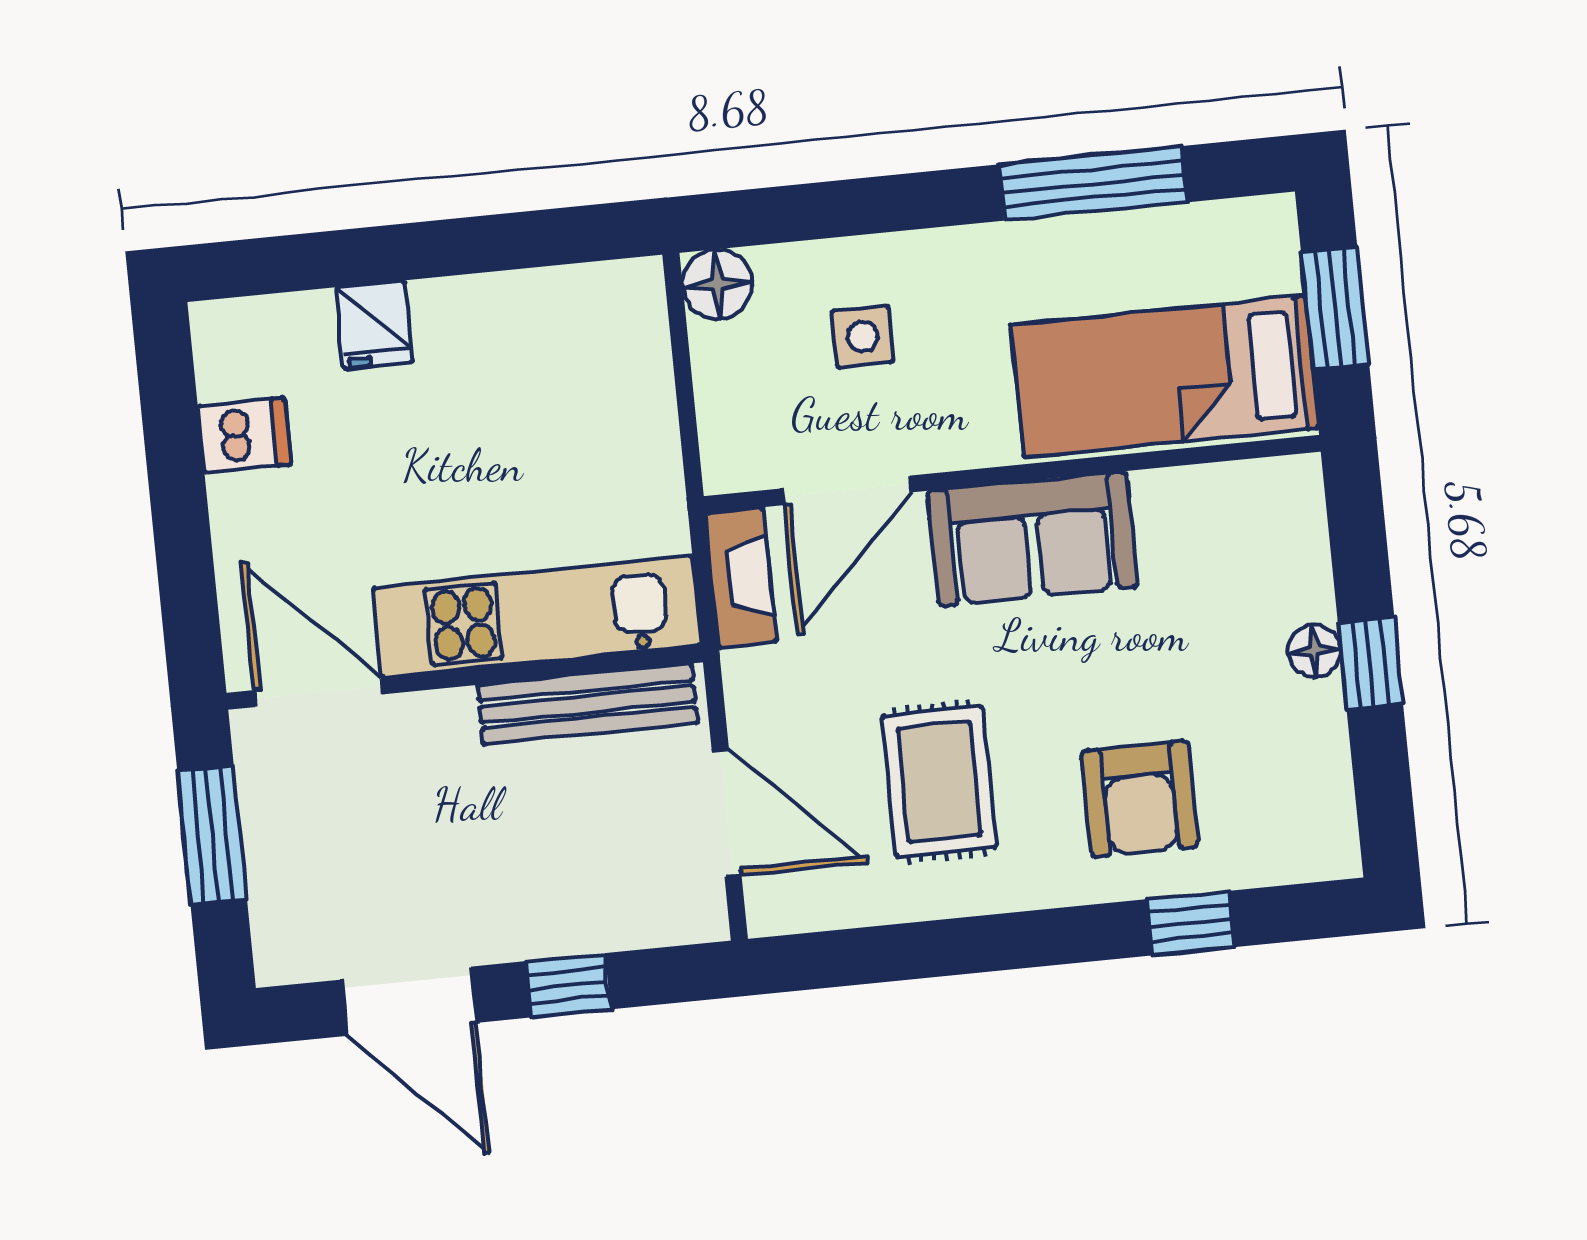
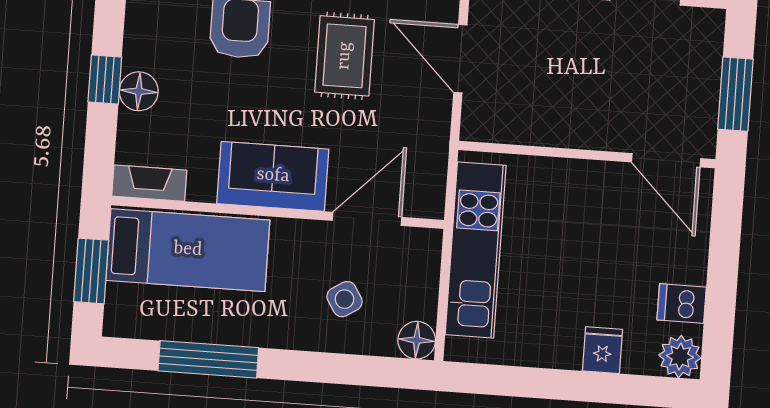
side table: (862, 337) -> (345, 299), turned -32
plant: (231, 338) -> (680, 357), added
fireplace: (741, 578) -> (149, 183), moved, turned 90
kitchen unit: (537, 616) -> (476, 250), moved, turned -90
floor lamp: (1314, 651) -> (139, 91), width x1.37, depth x1.37
bench: (588, 704) -> (524, 129), removed

